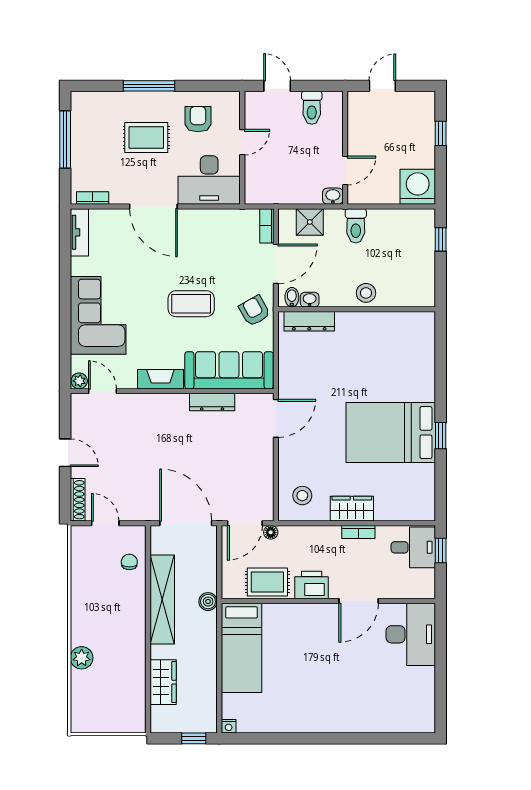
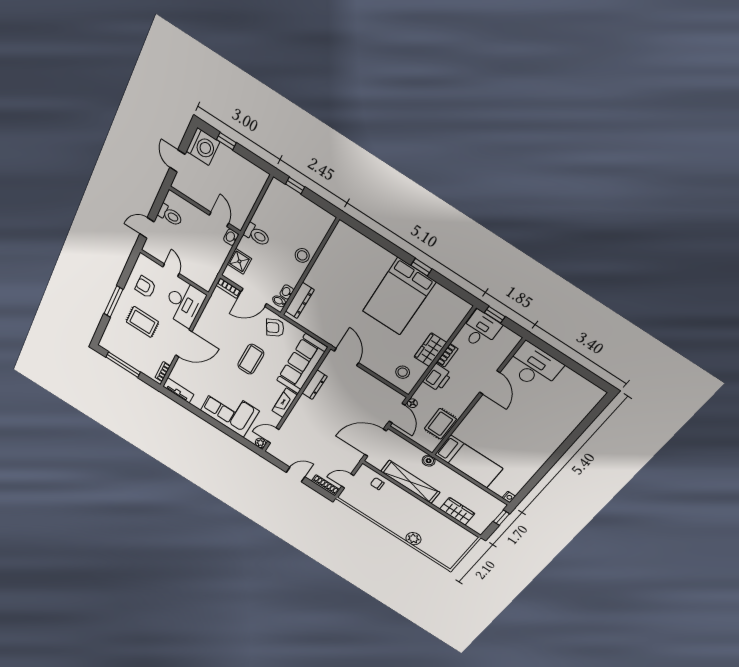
rug: (146, 138) -> (142, 322), turned 90
washing machine: (418, 187) -> (203, 147), moved, turned 180
door: (276, 264) -> (254, 298), swing flipped
printer: (312, 585) -> (437, 378), moved, turned 180

